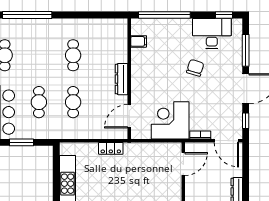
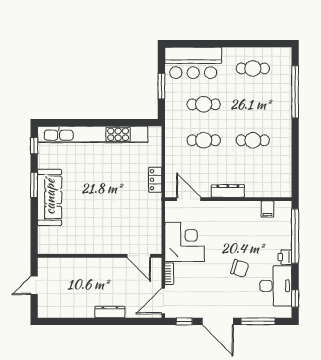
printer: (185, 25) -> (285, 257), added

